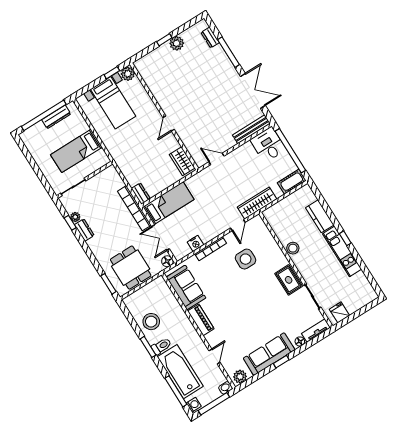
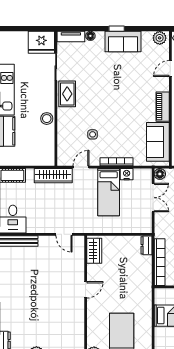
bed: (168, 203) -> (109, 192), moved, turned -90
bookcase: (134, 208) -> (160, 262), moved
side table: (246, 259) -> (93, 134), width x0.54, depth x0.54
fridge: (339, 312) -> (41, 42), width x1.88, depth x1.34
sofa: (269, 354) -> (123, 42), width x0.73

